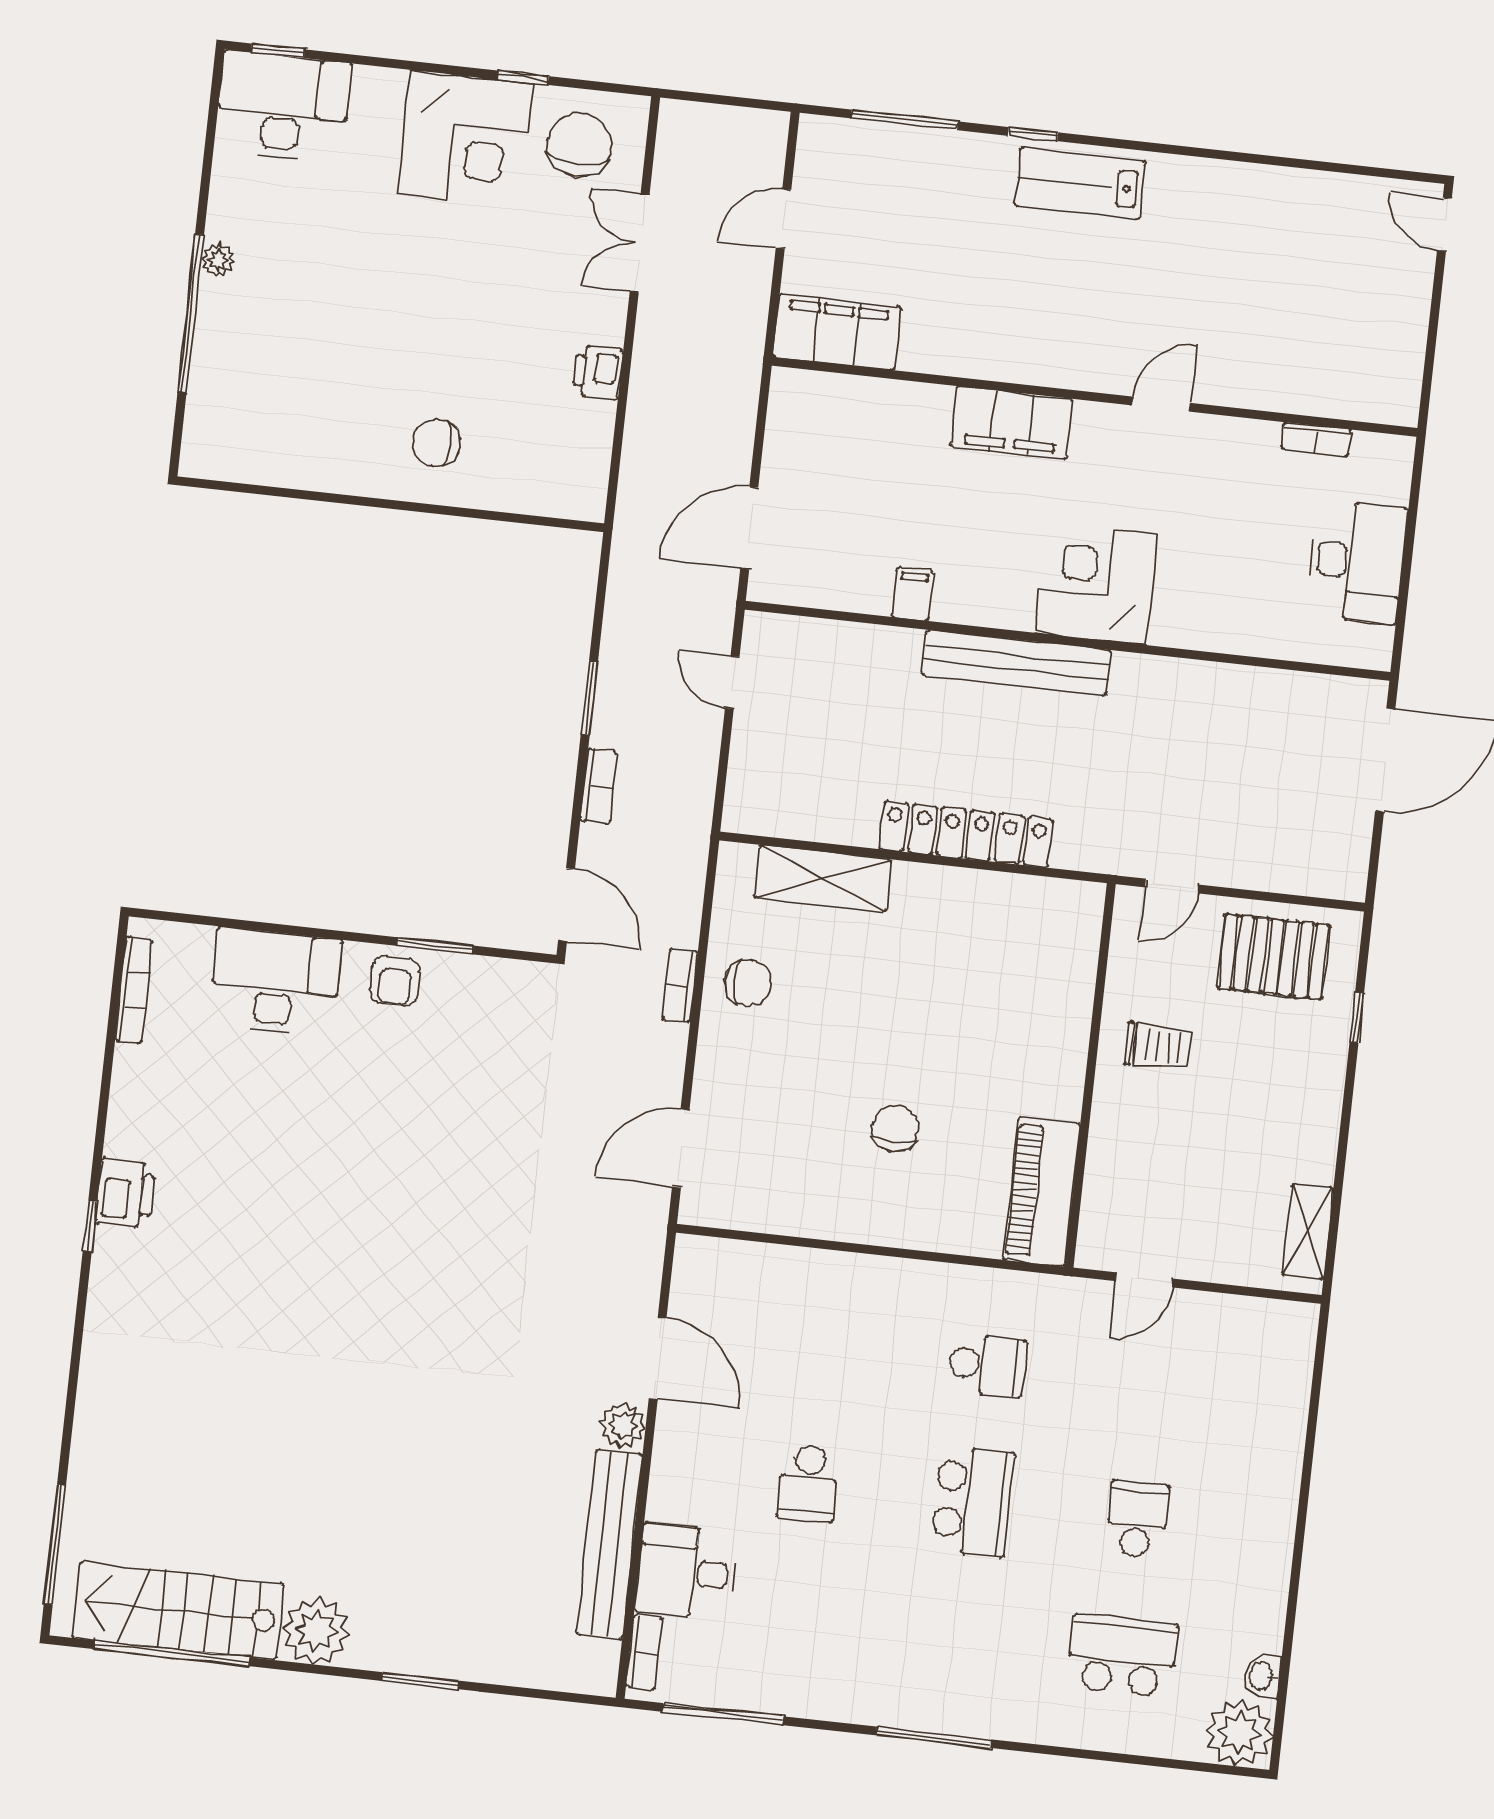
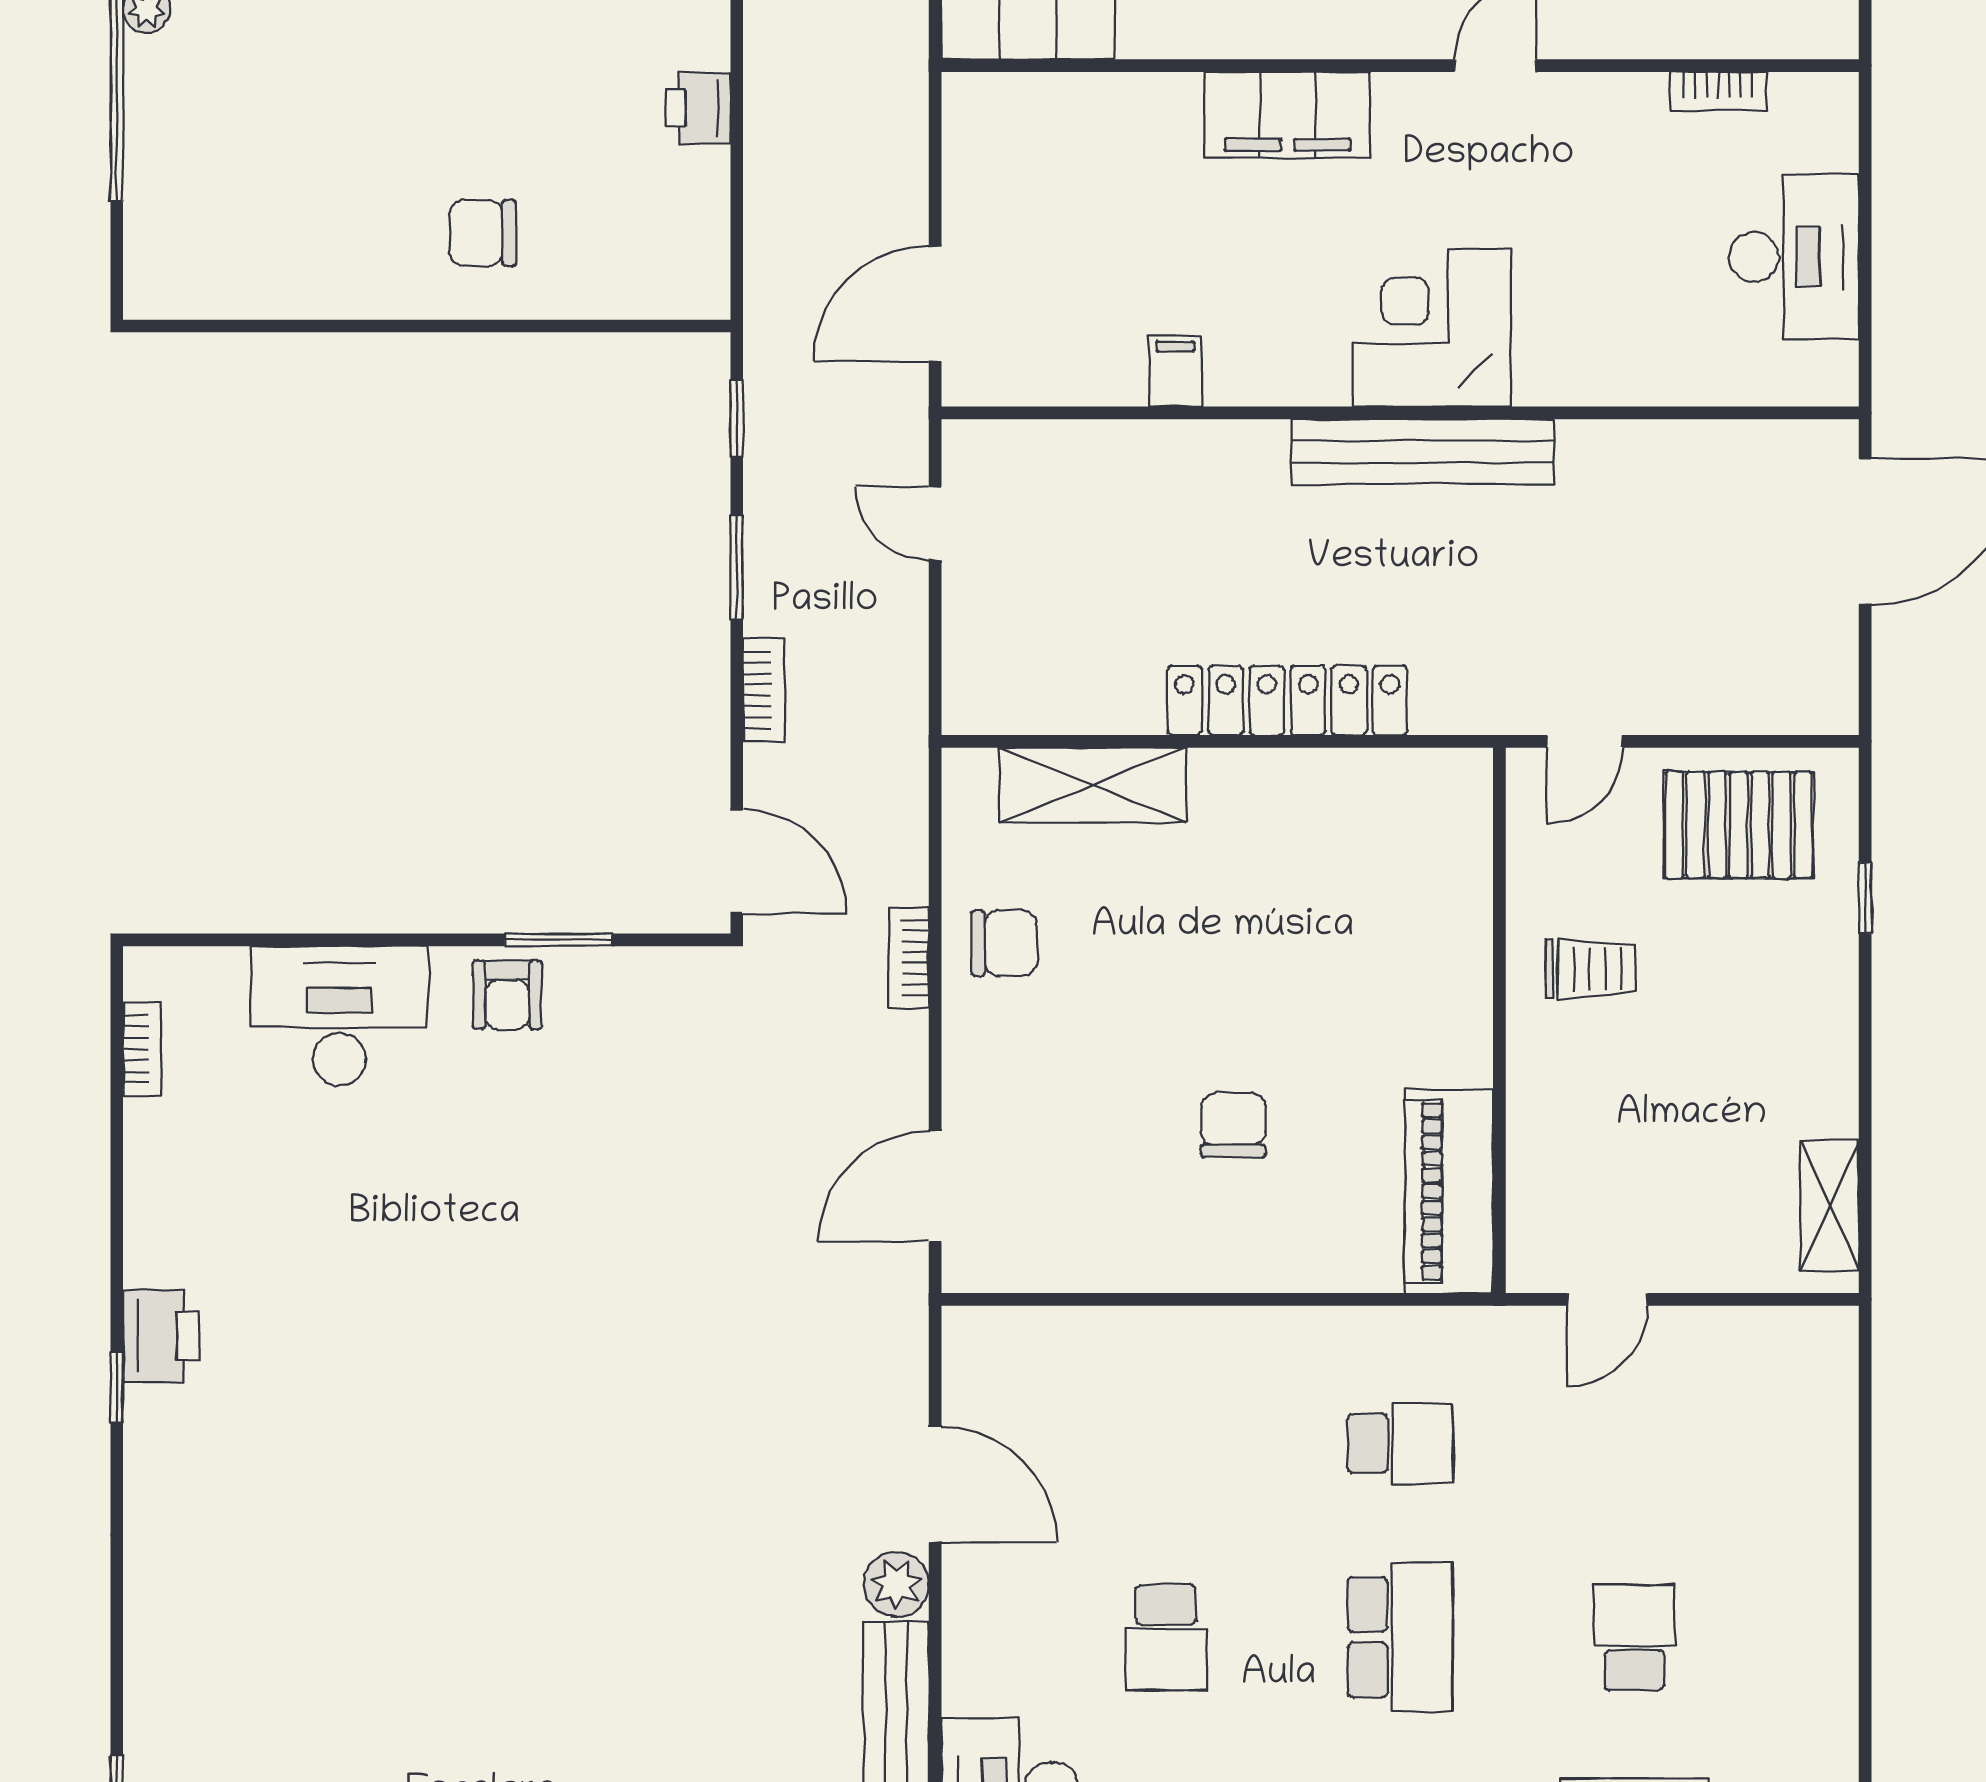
window: (601, 593) -> (737, 418), added
bench: (1016, 663) -> (1423, 452), moved
bookcase: (134, 990) -> (142, 1049), width x0.64

